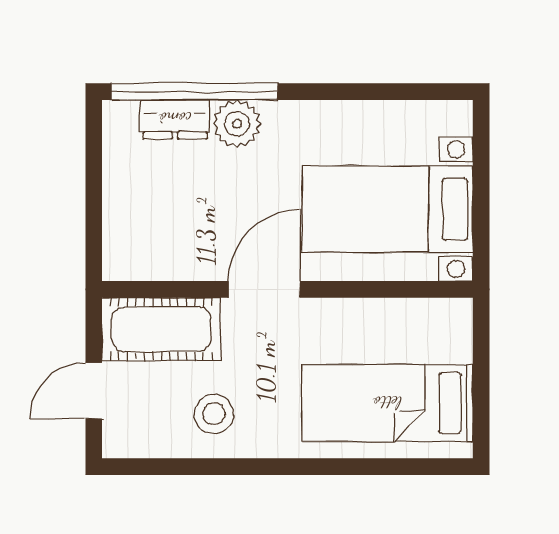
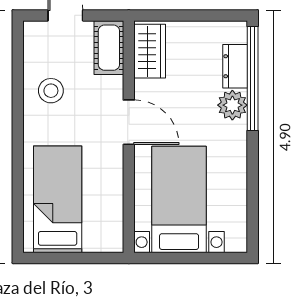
wardrobe: (151, 256) -> (150, 51), added
cot: (161, 329) -> (109, 48), width x0.73, depth x0.75

